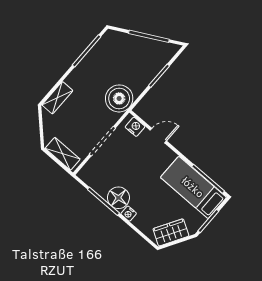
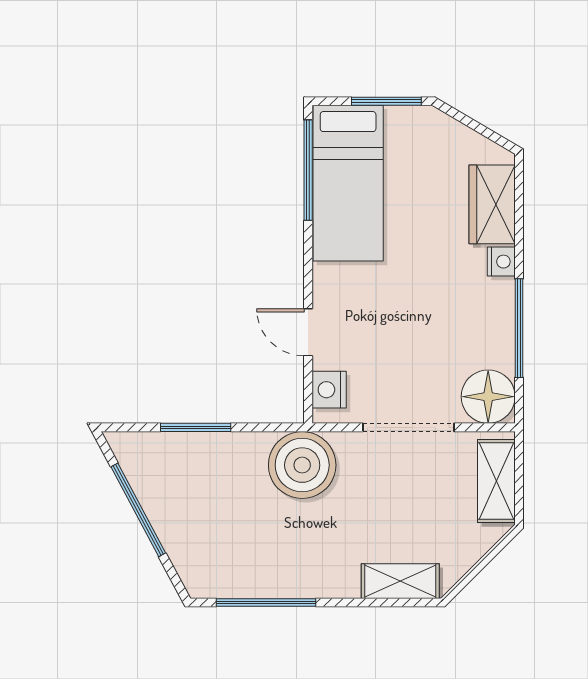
floor lamp: (118, 198) -> (488, 397), moved
wardrobe: (171, 232) -> (492, 204), moved, turned 59

